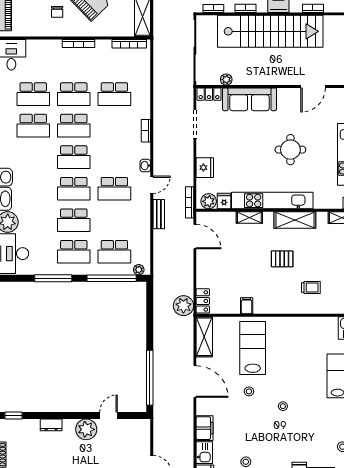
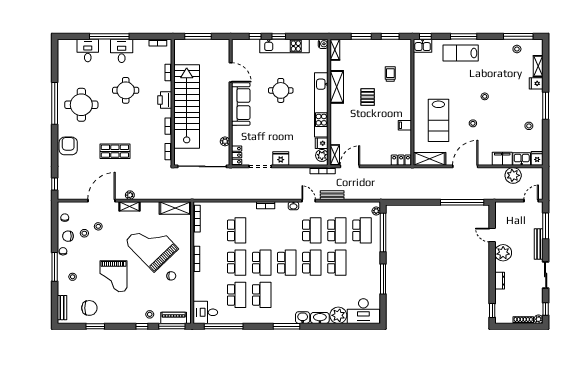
sofa: (249, 99) -> (241, 104), moved
fridge: (205, 168) -> (281, 158), moved
shelving: (249, 218) -> (335, 155), moved
school desk: (74, 252) -> (337, 230), moved
plant: (183, 306) -> (513, 175), moved
lab bench: (253, 348) -> (438, 120), turned -90

